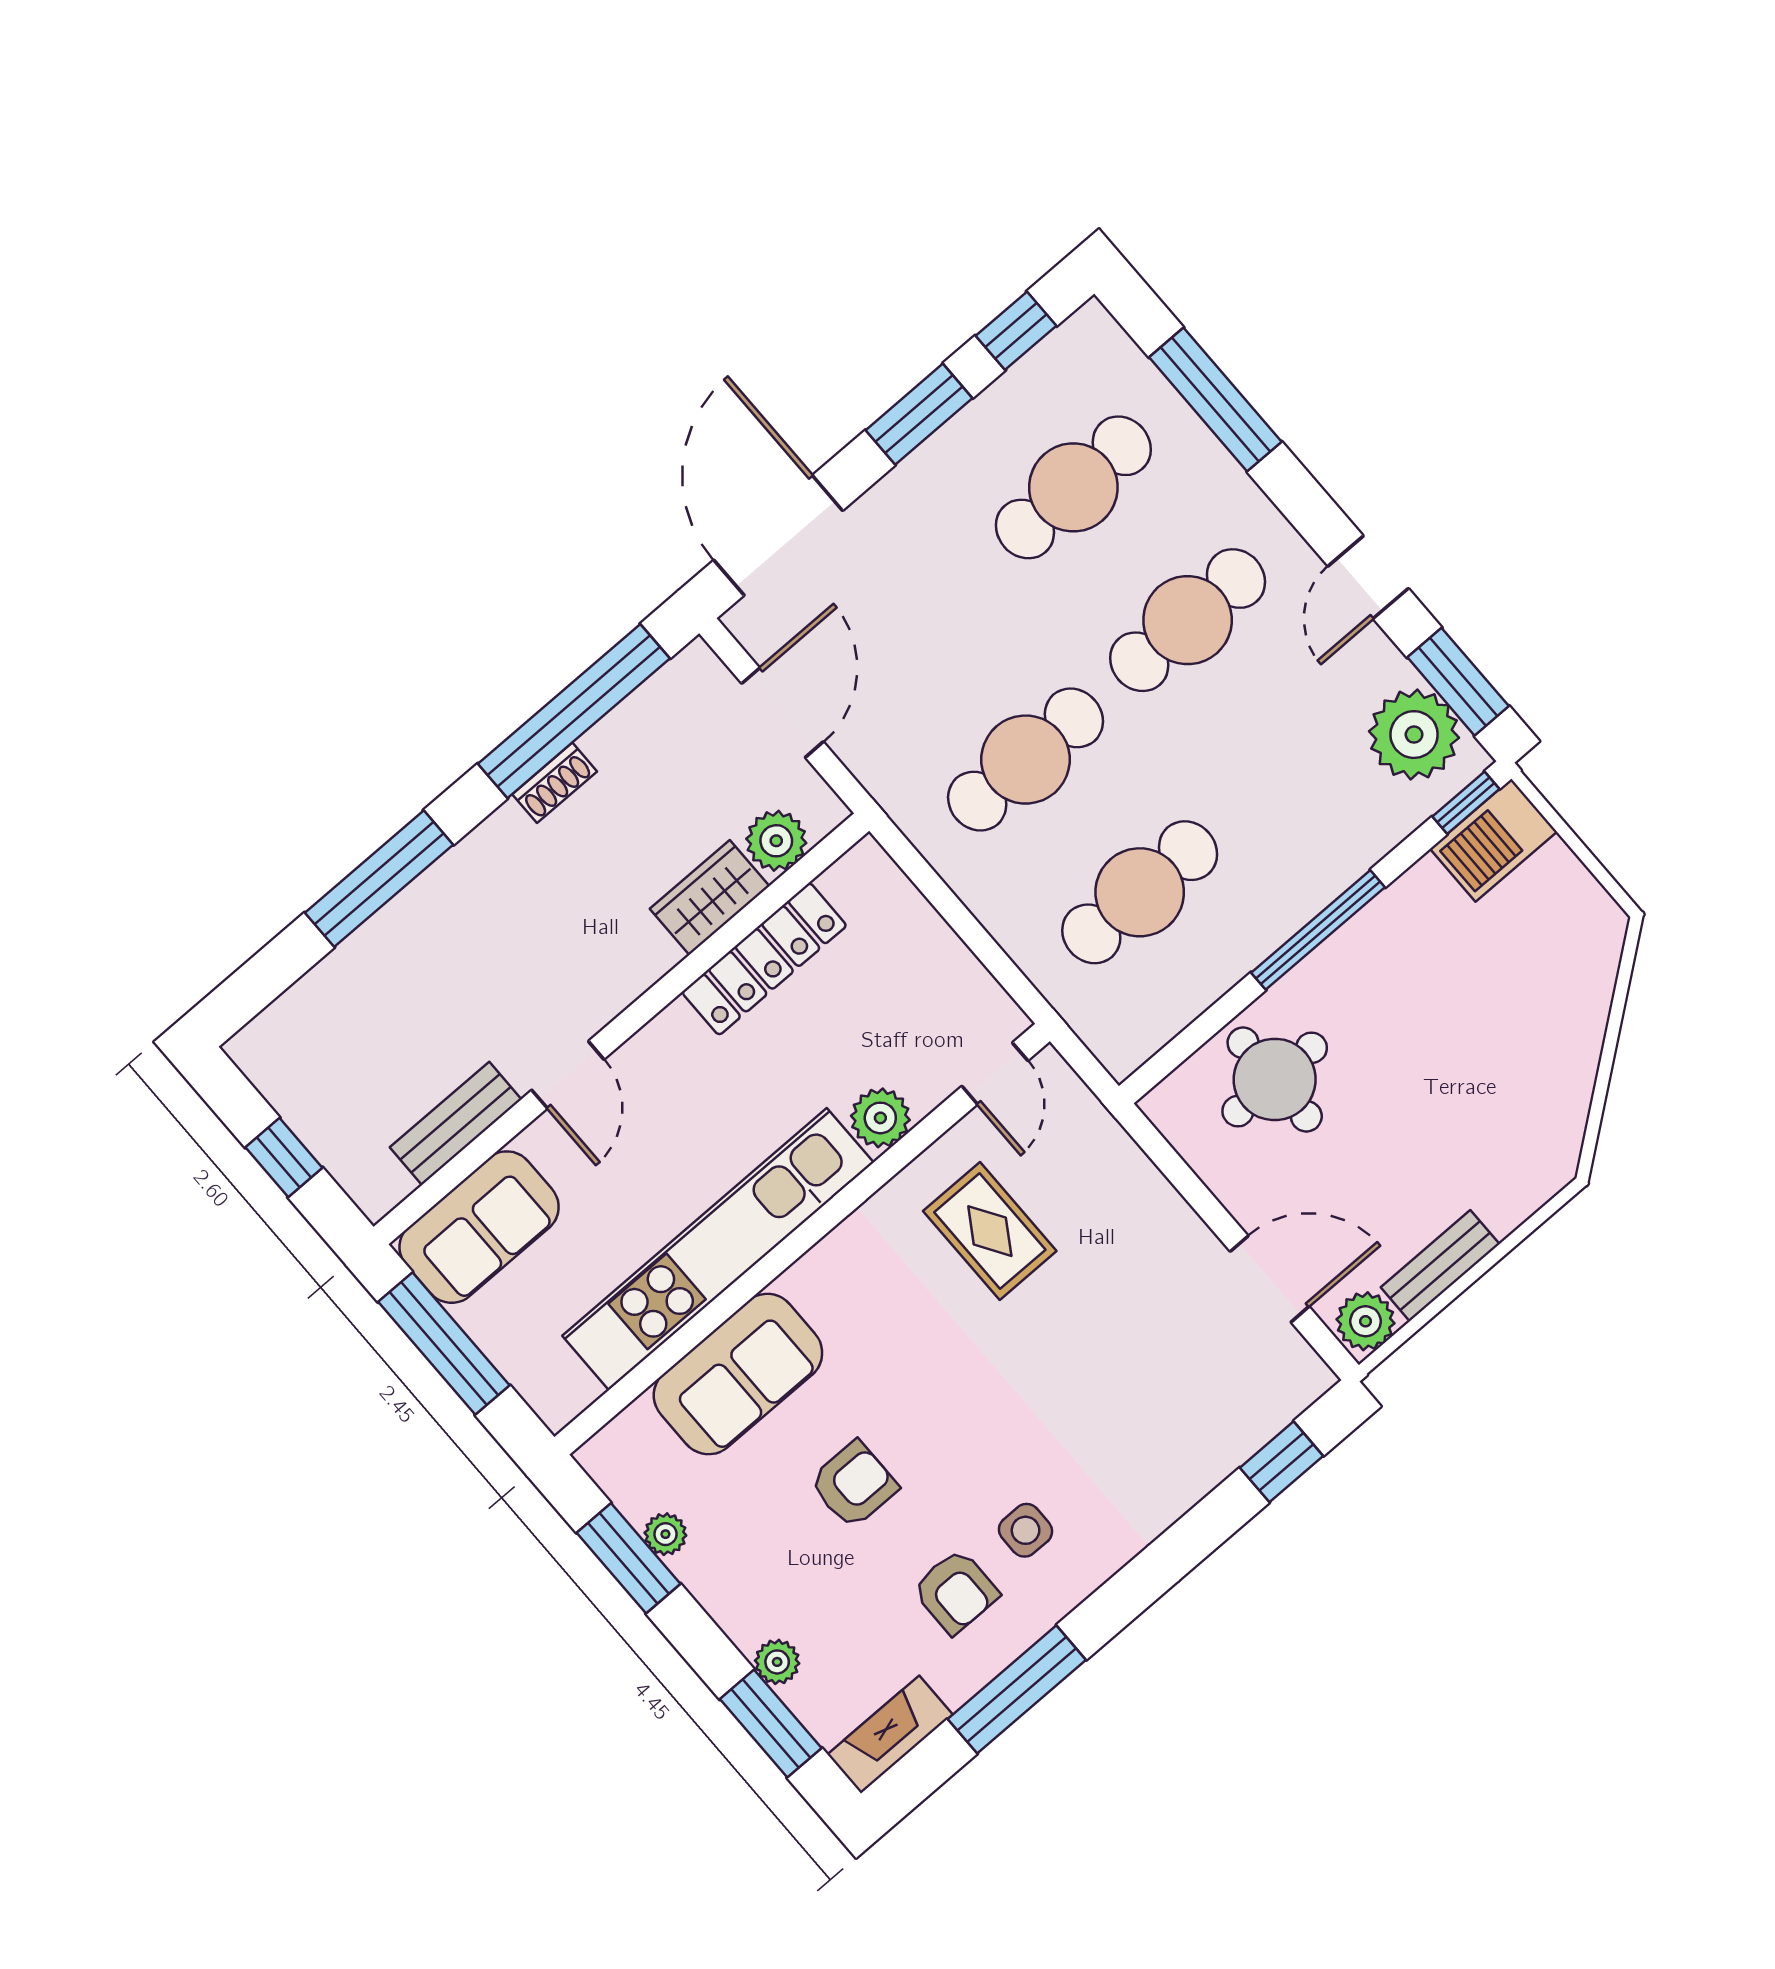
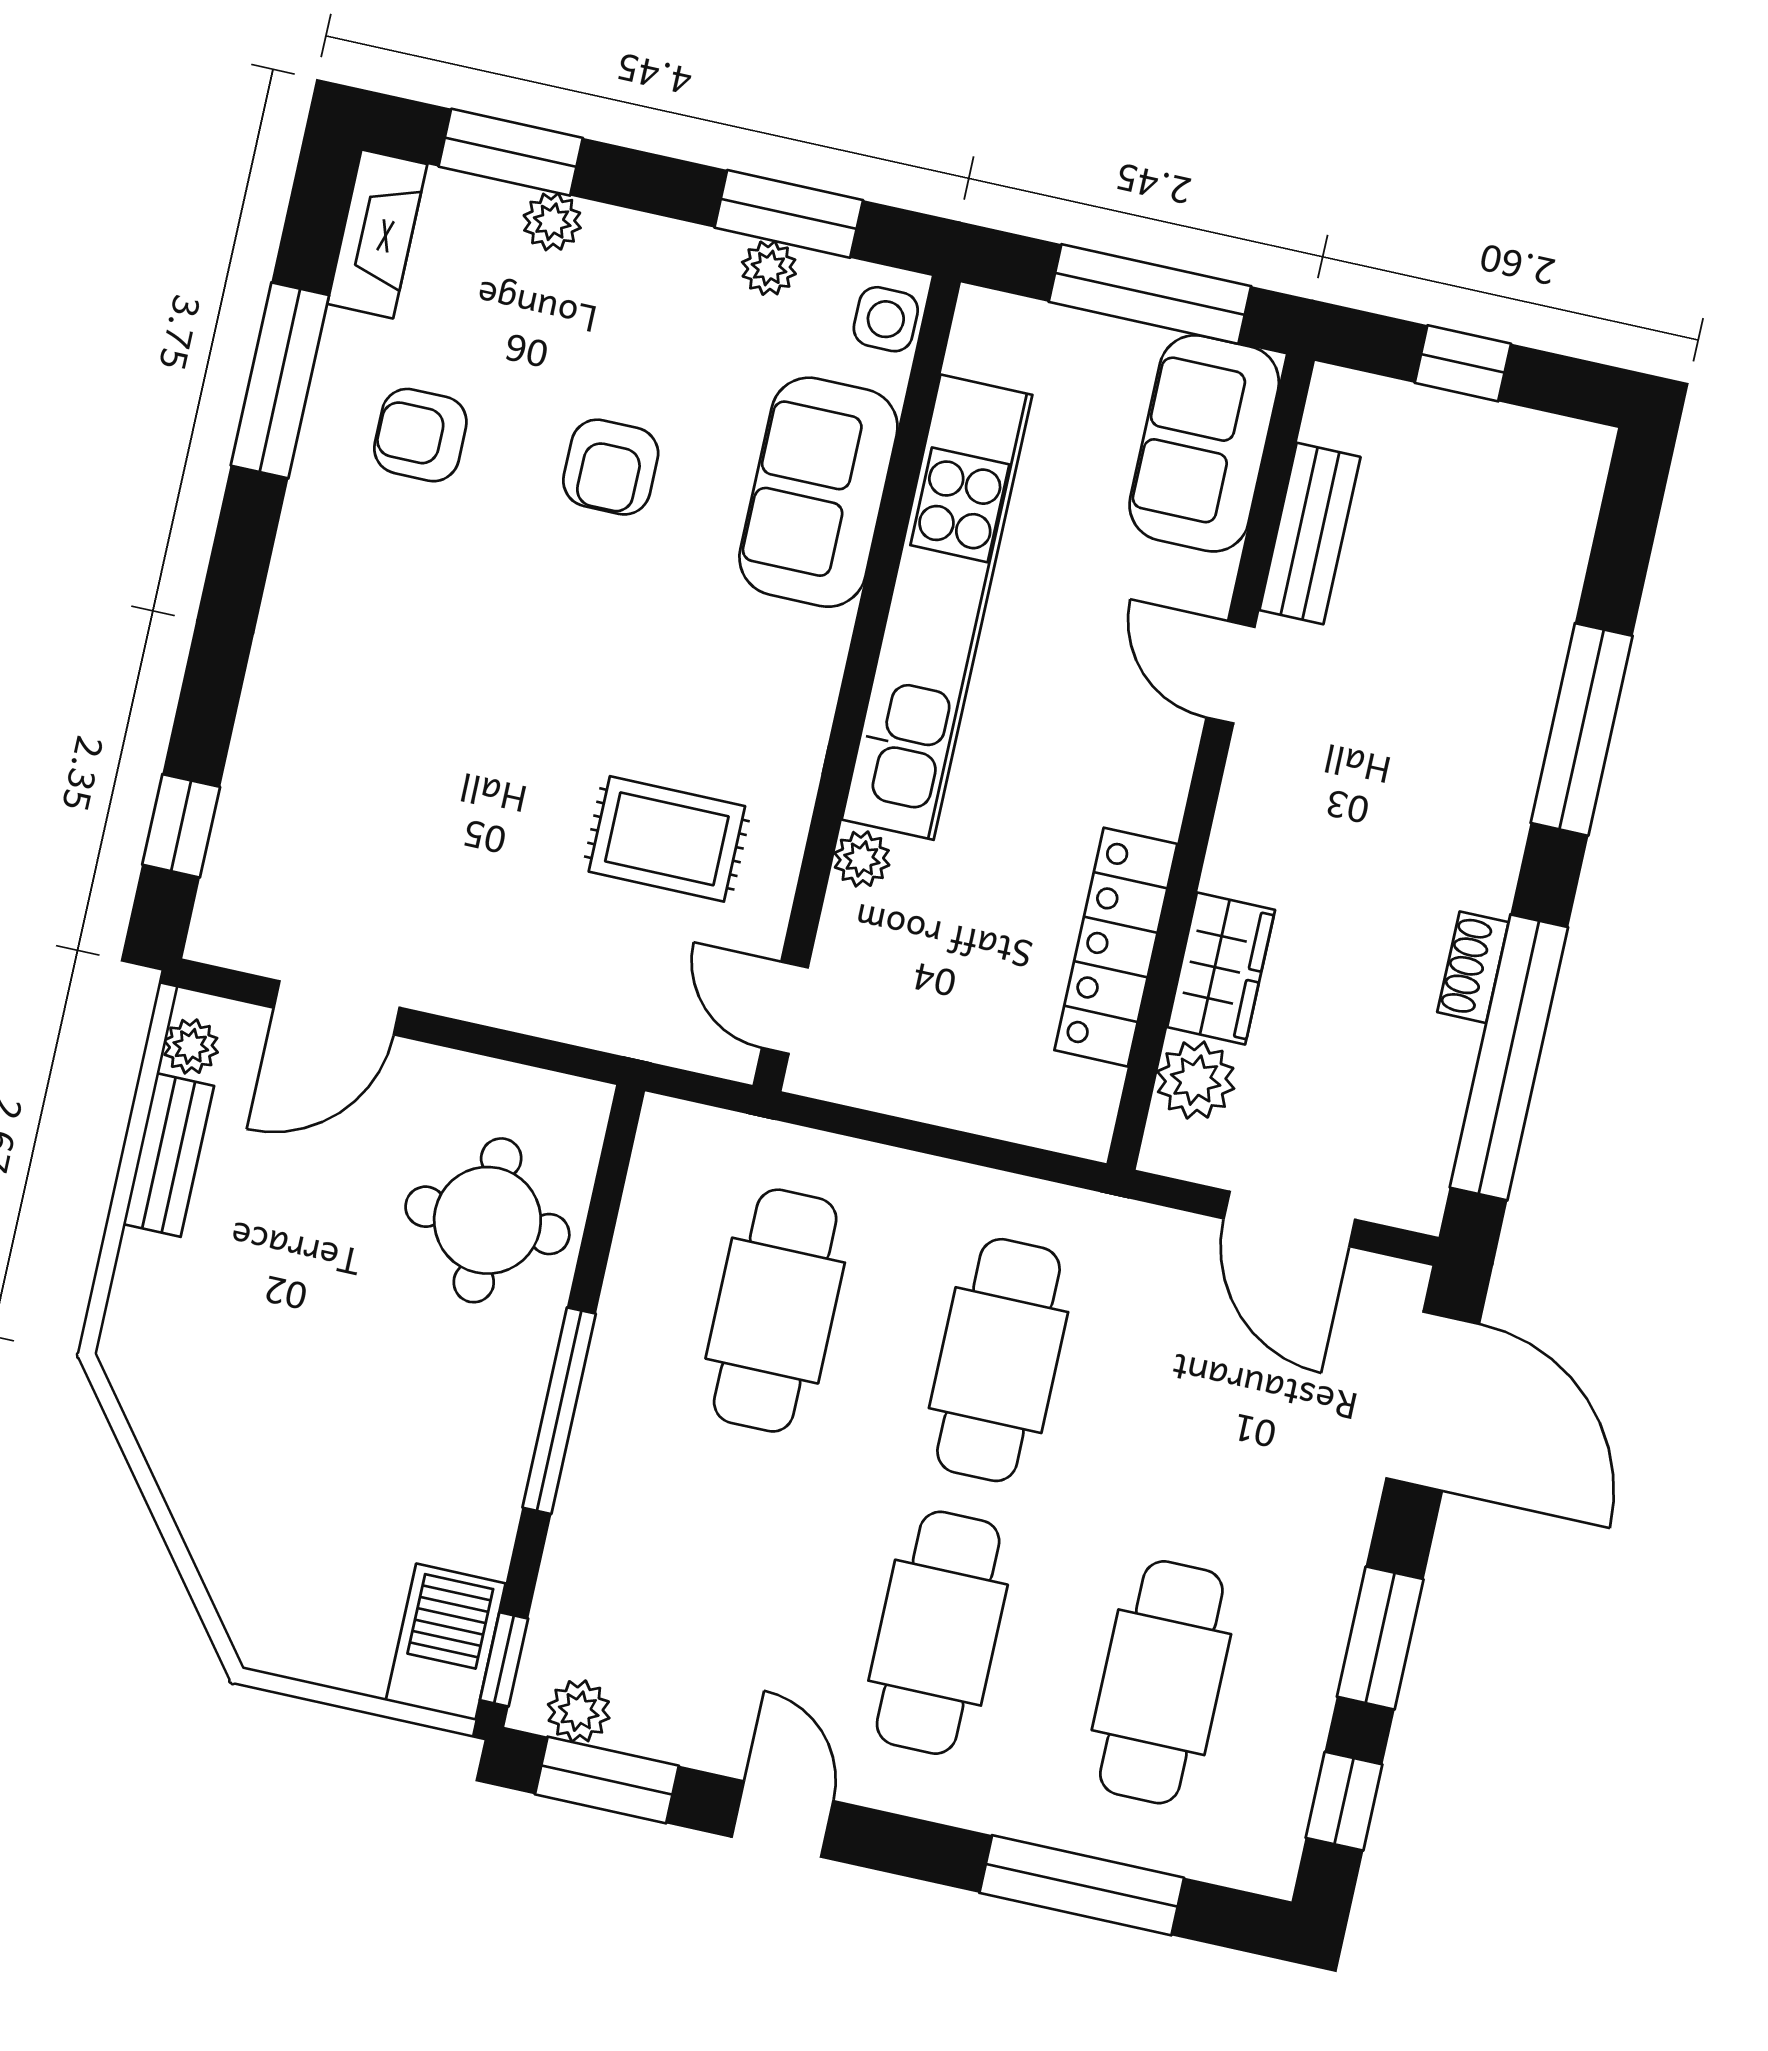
plant: (1414, 735) -> (579, 1711), width x0.53, depth x0.53
plant: (880, 1118) -> (862, 859), width x0.73, depth x0.73
plant: (1366, 1321) -> (191, 1046), width x0.73, depth x0.73
side table: (1026, 1530) -> (886, 319), moved

